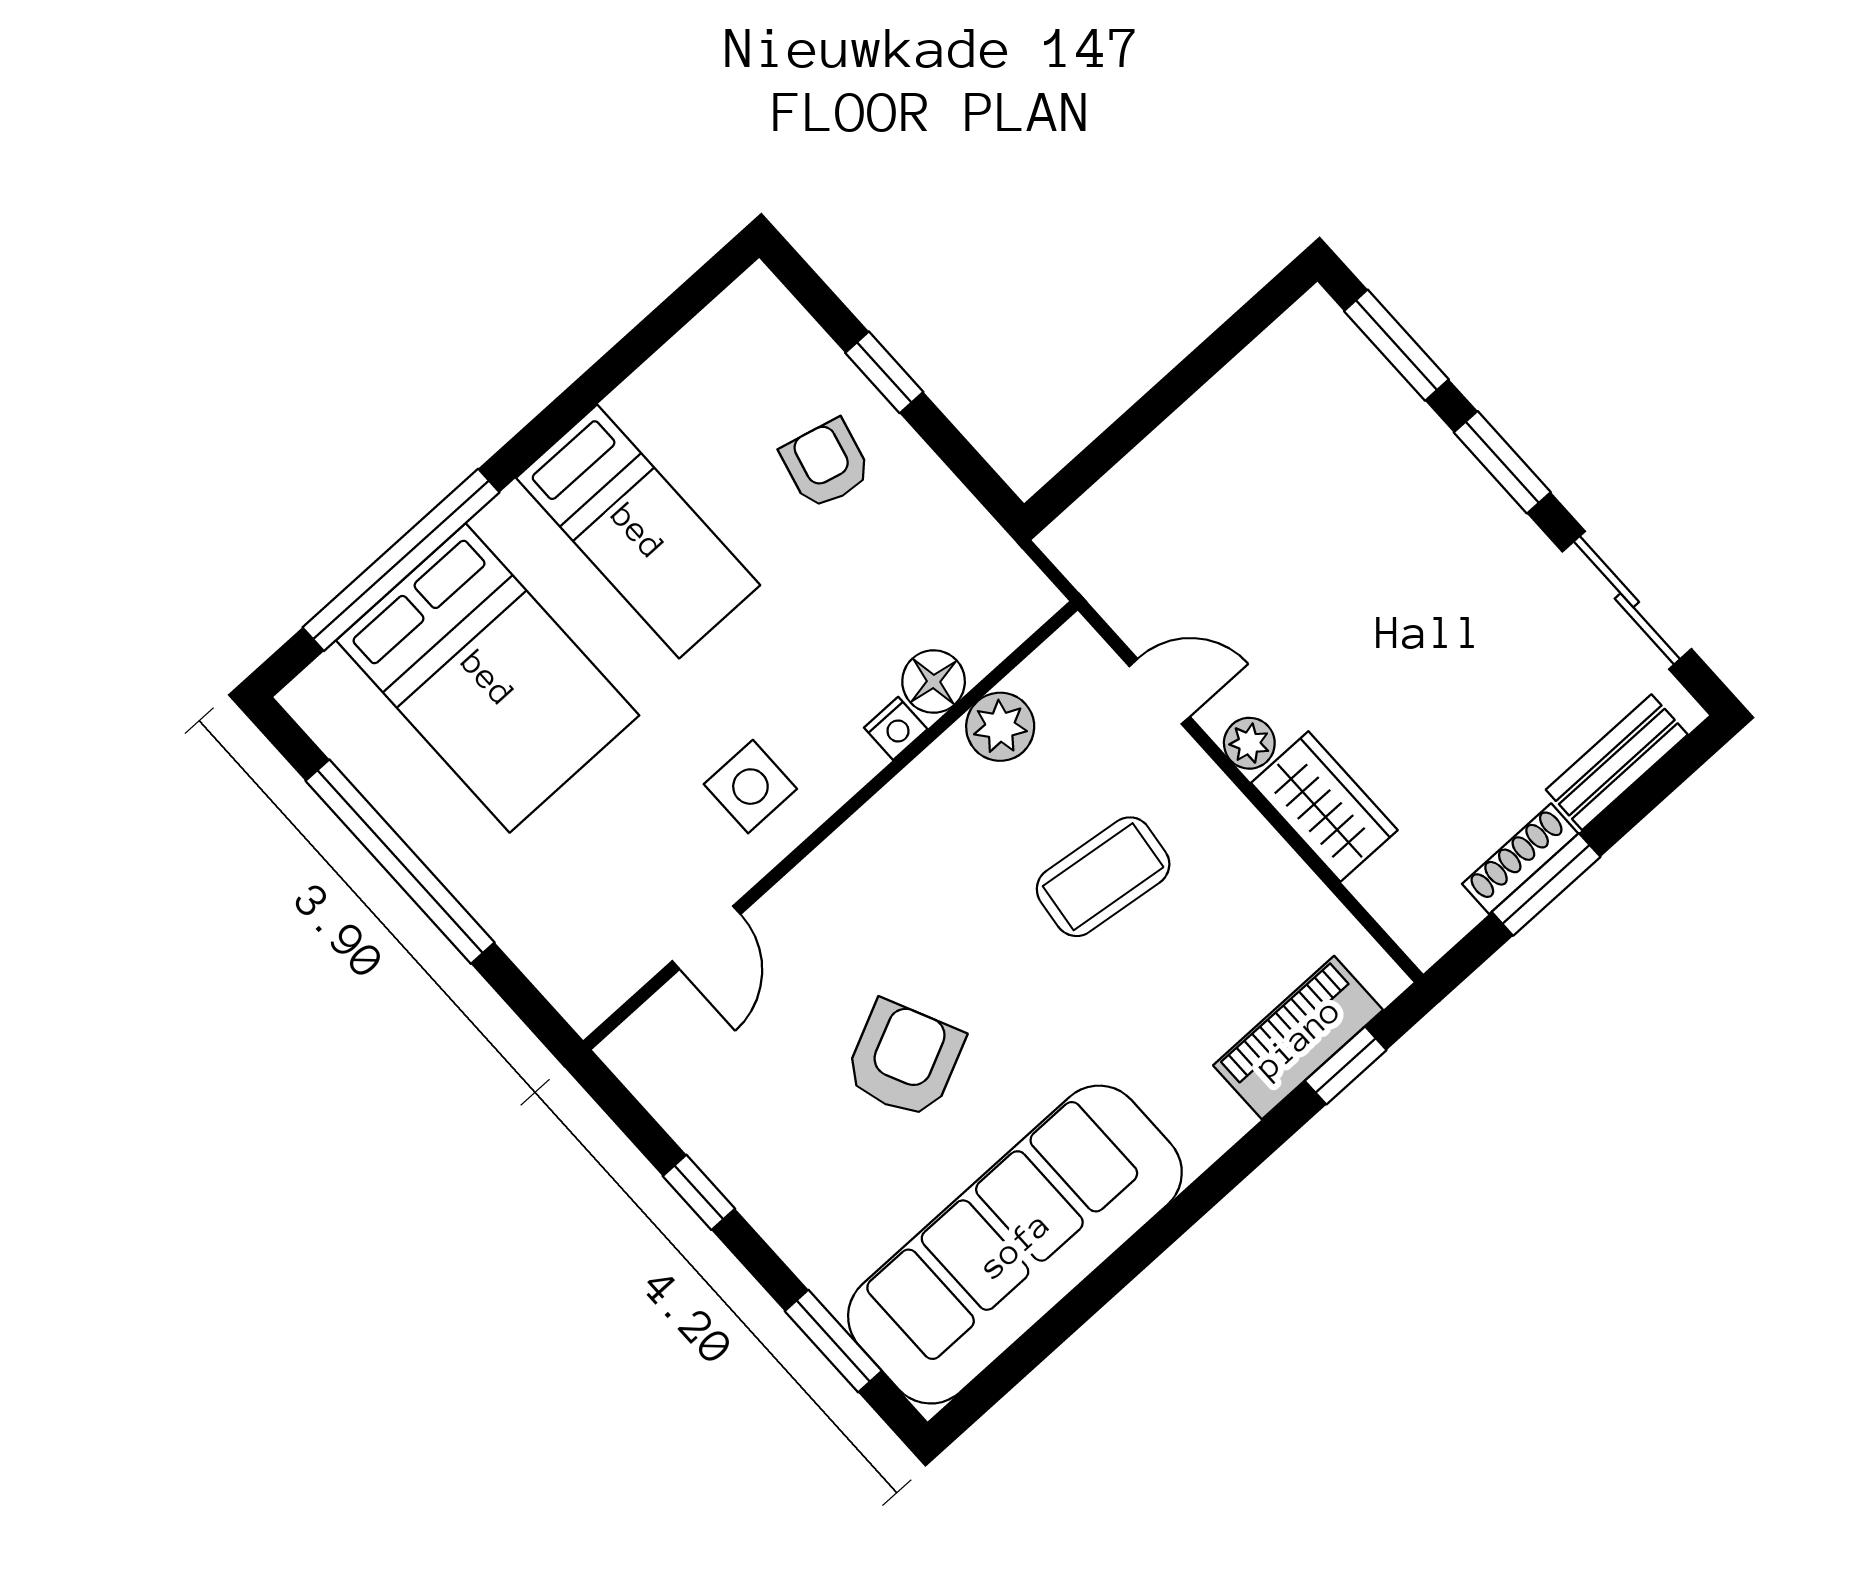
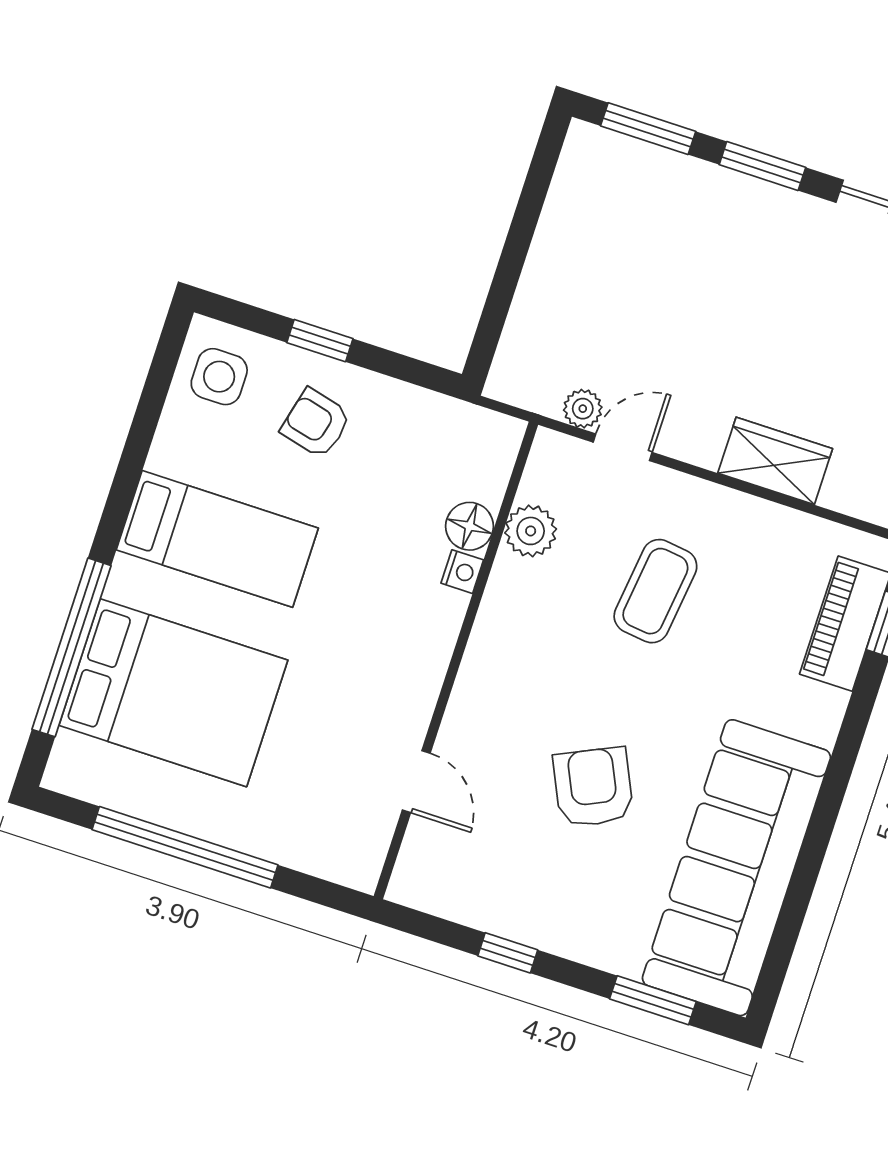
plant: (1249, 743) -> (583, 409), moved
side table: (750, 787) -> (219, 377), moved

